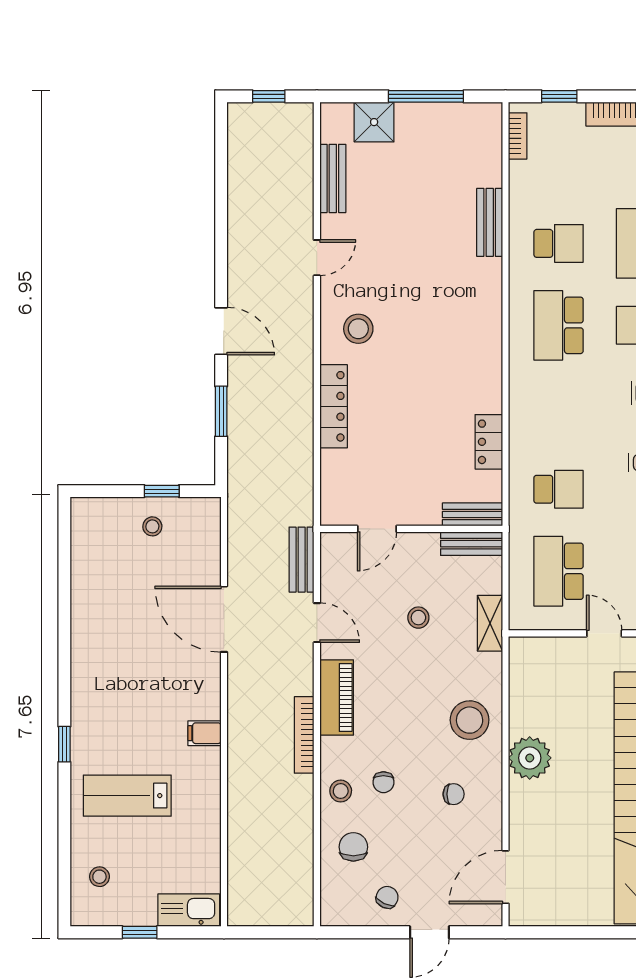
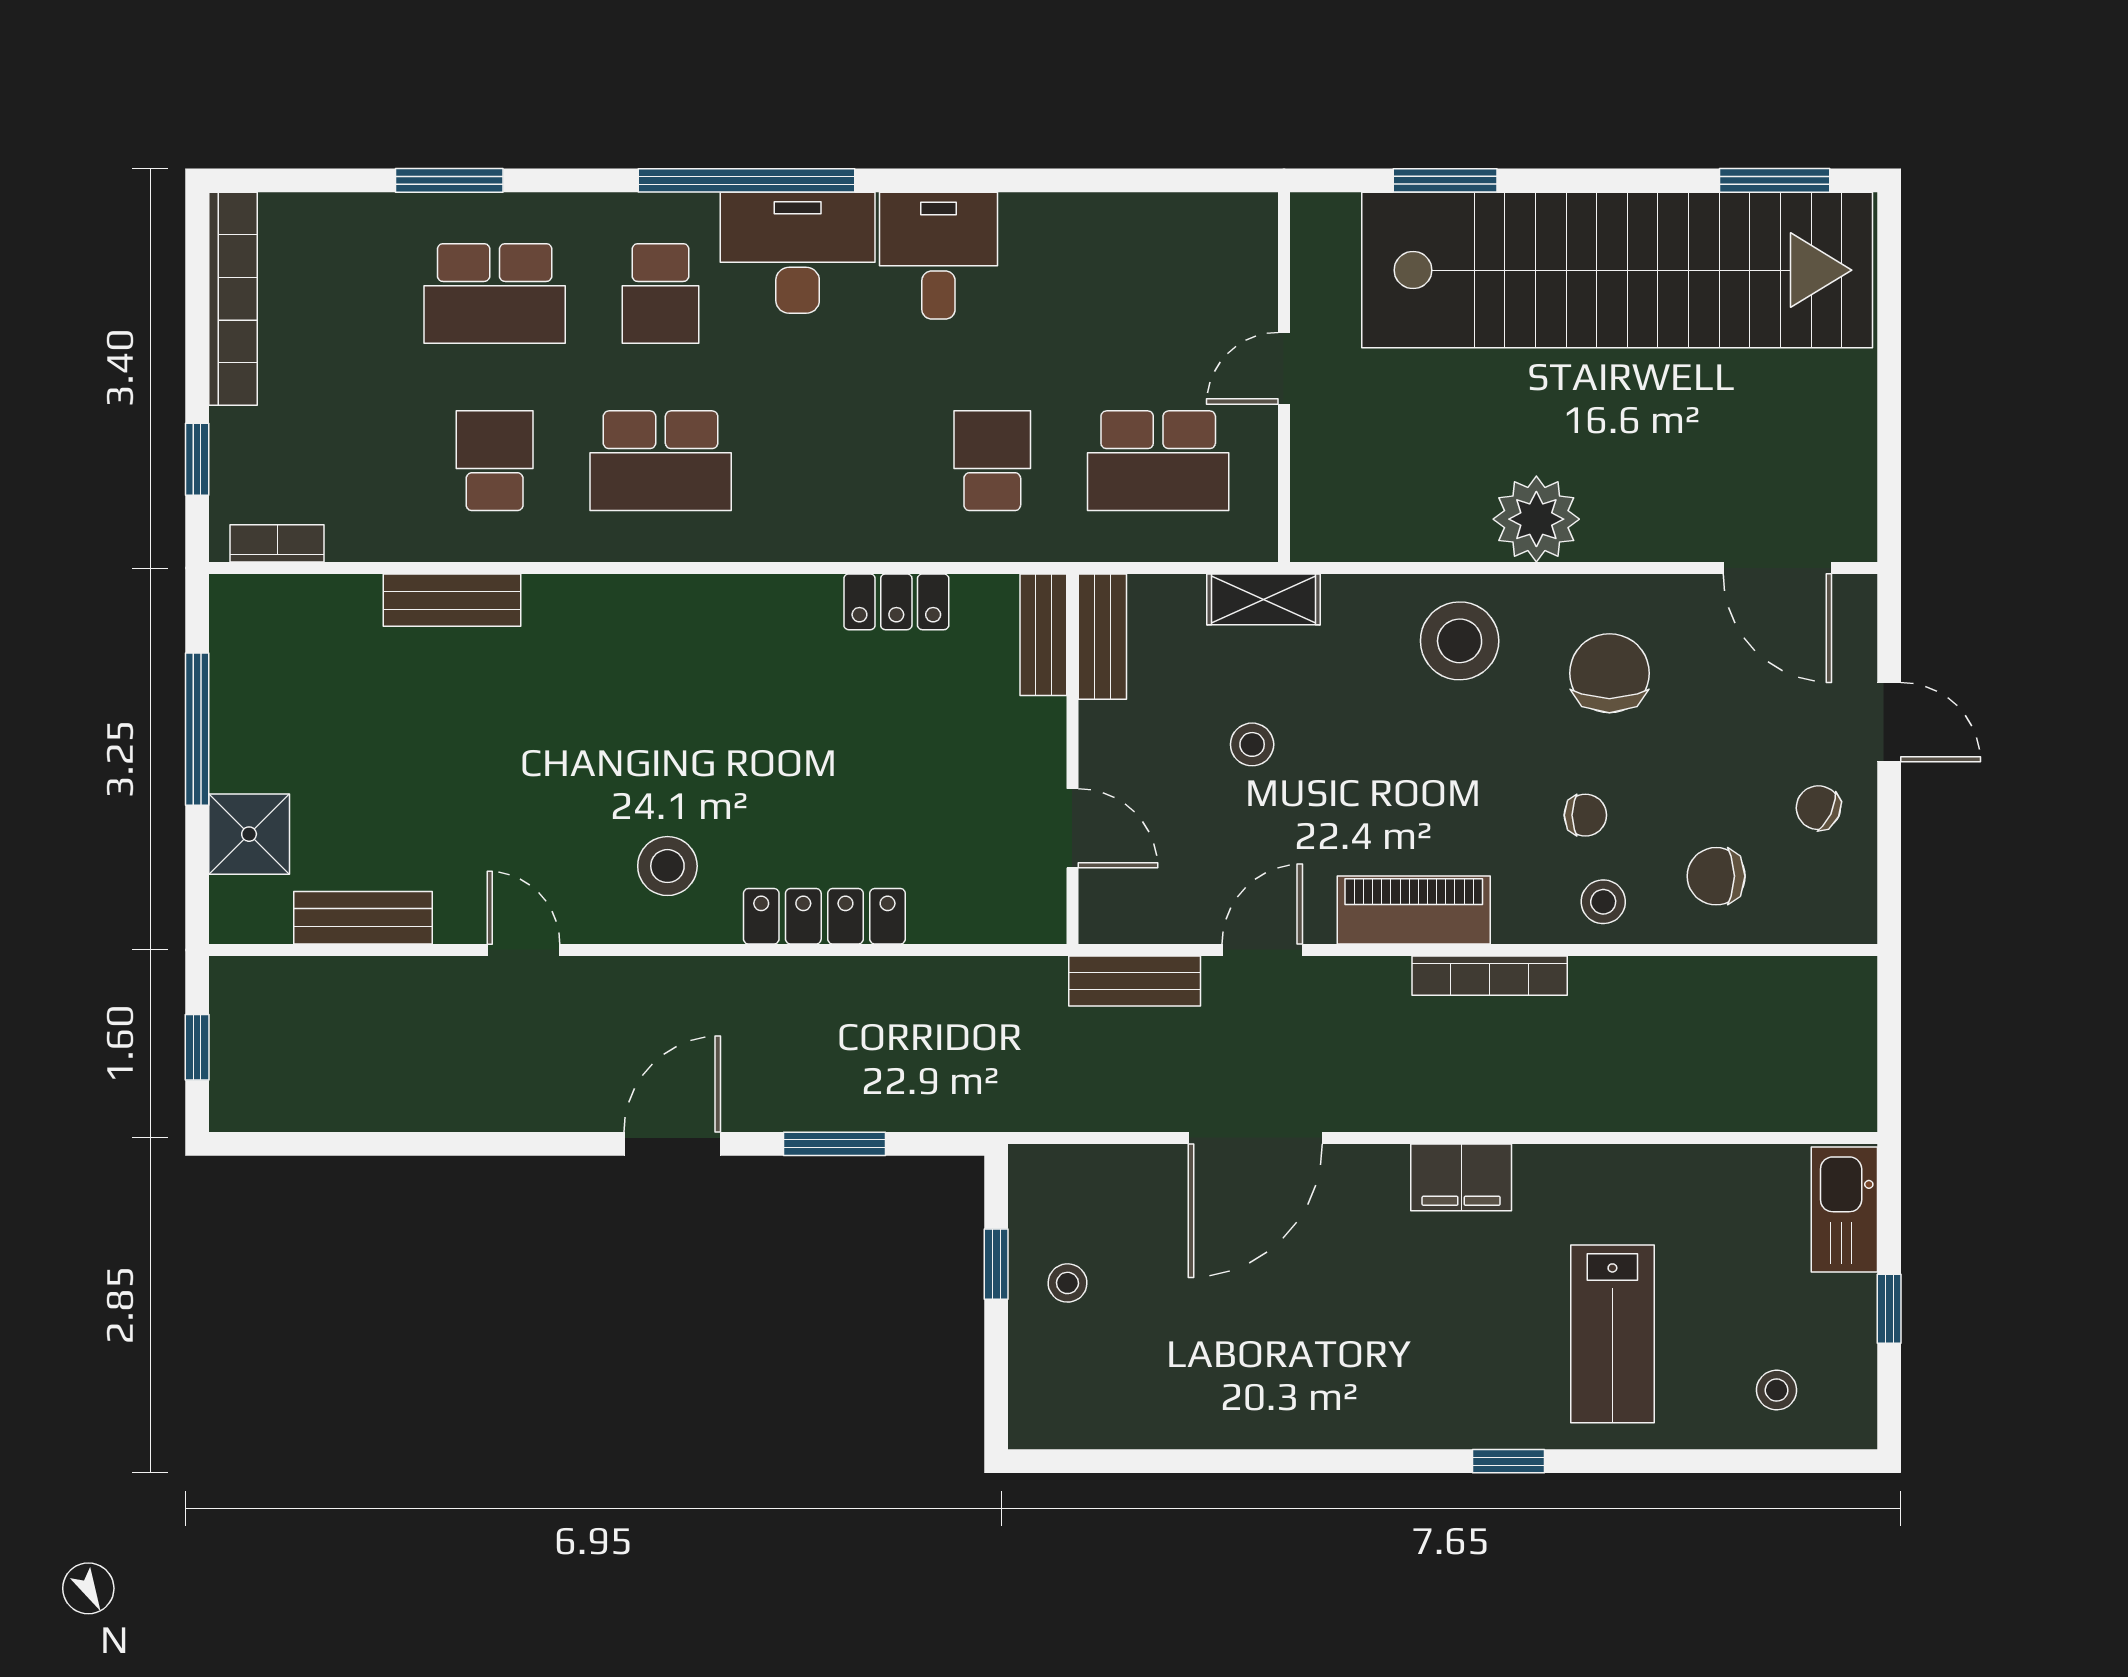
filing cabinet: (205, 733) -> (1461, 1177), width x2.00
chair: (454, 794) -> (1609, 673), width x1.87, depth x1.87

